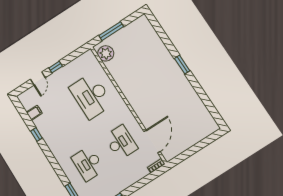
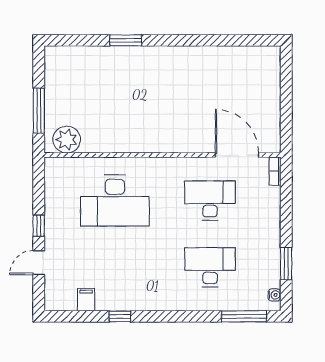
window: (182, 65) -> (126, 40), moved
door: (38, 79) -> (39, 263), swing flipped
desk: (88, 164) -> (210, 267), turned 180

